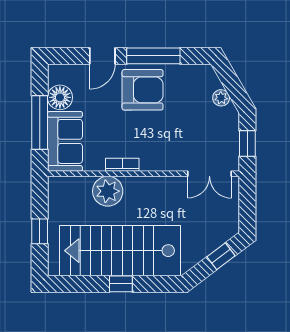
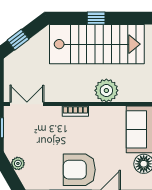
bookcase: (122, 165) -> (75, 111), moved

